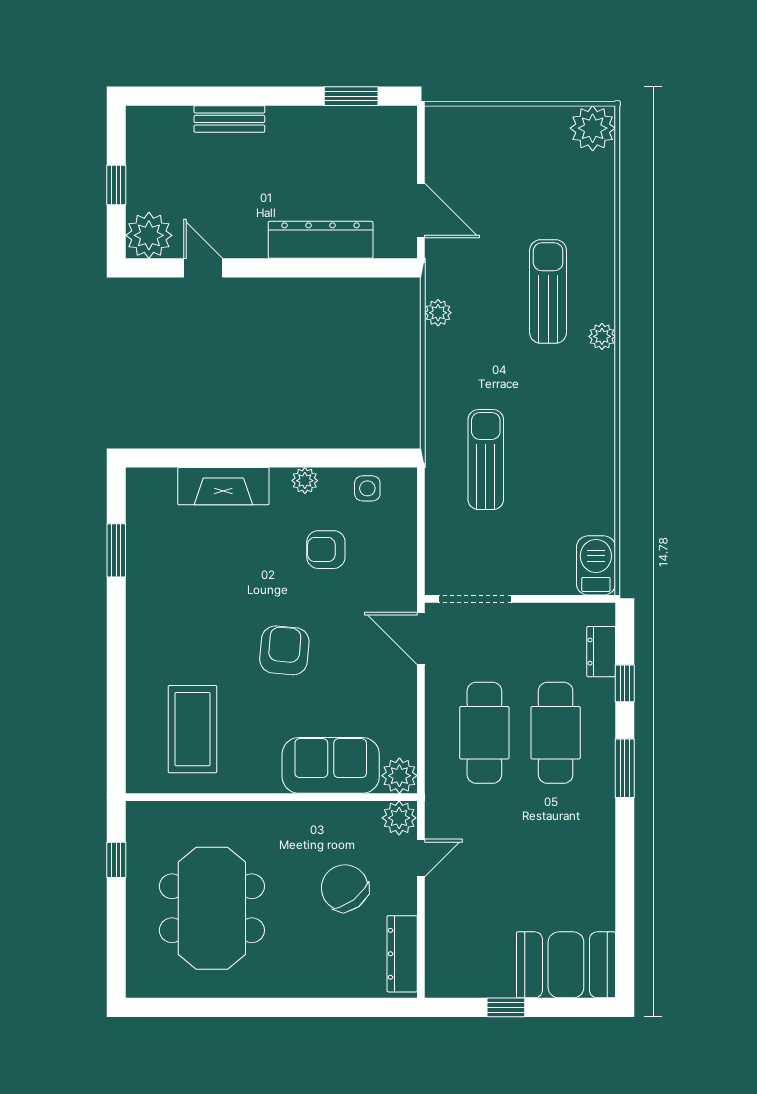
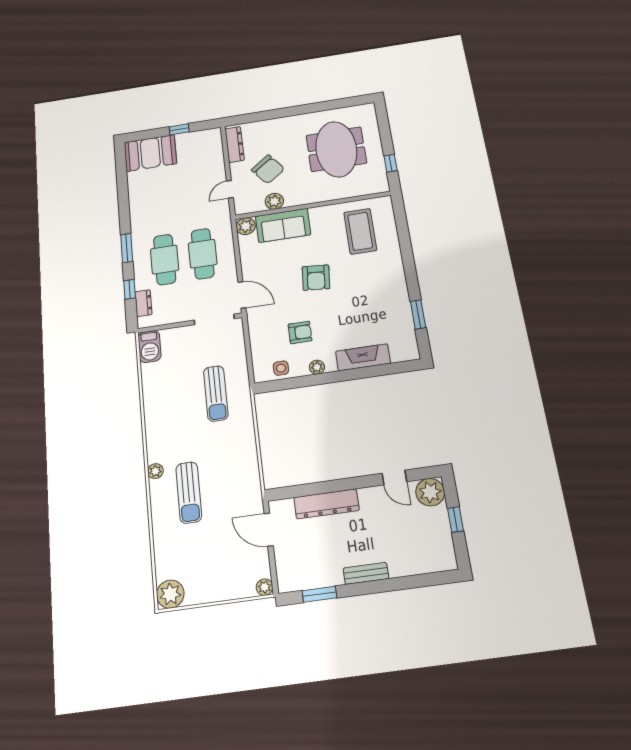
bench: (229, 119) -> (366, 573), moved
plant: (438, 313) -> (265, 587), moved
plant: (399, 818) -> (274, 201), moved

